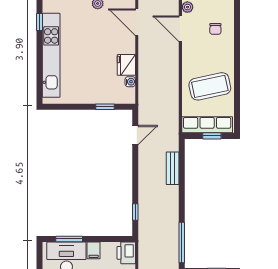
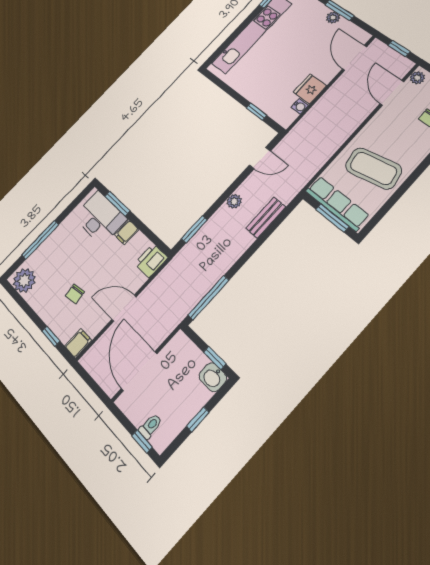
window: (212, 136) -> (332, 218), width x1.50
plant: (144, 175) -> (234, 201), added
window: (135, 212) -> (194, 229), width x1.50

